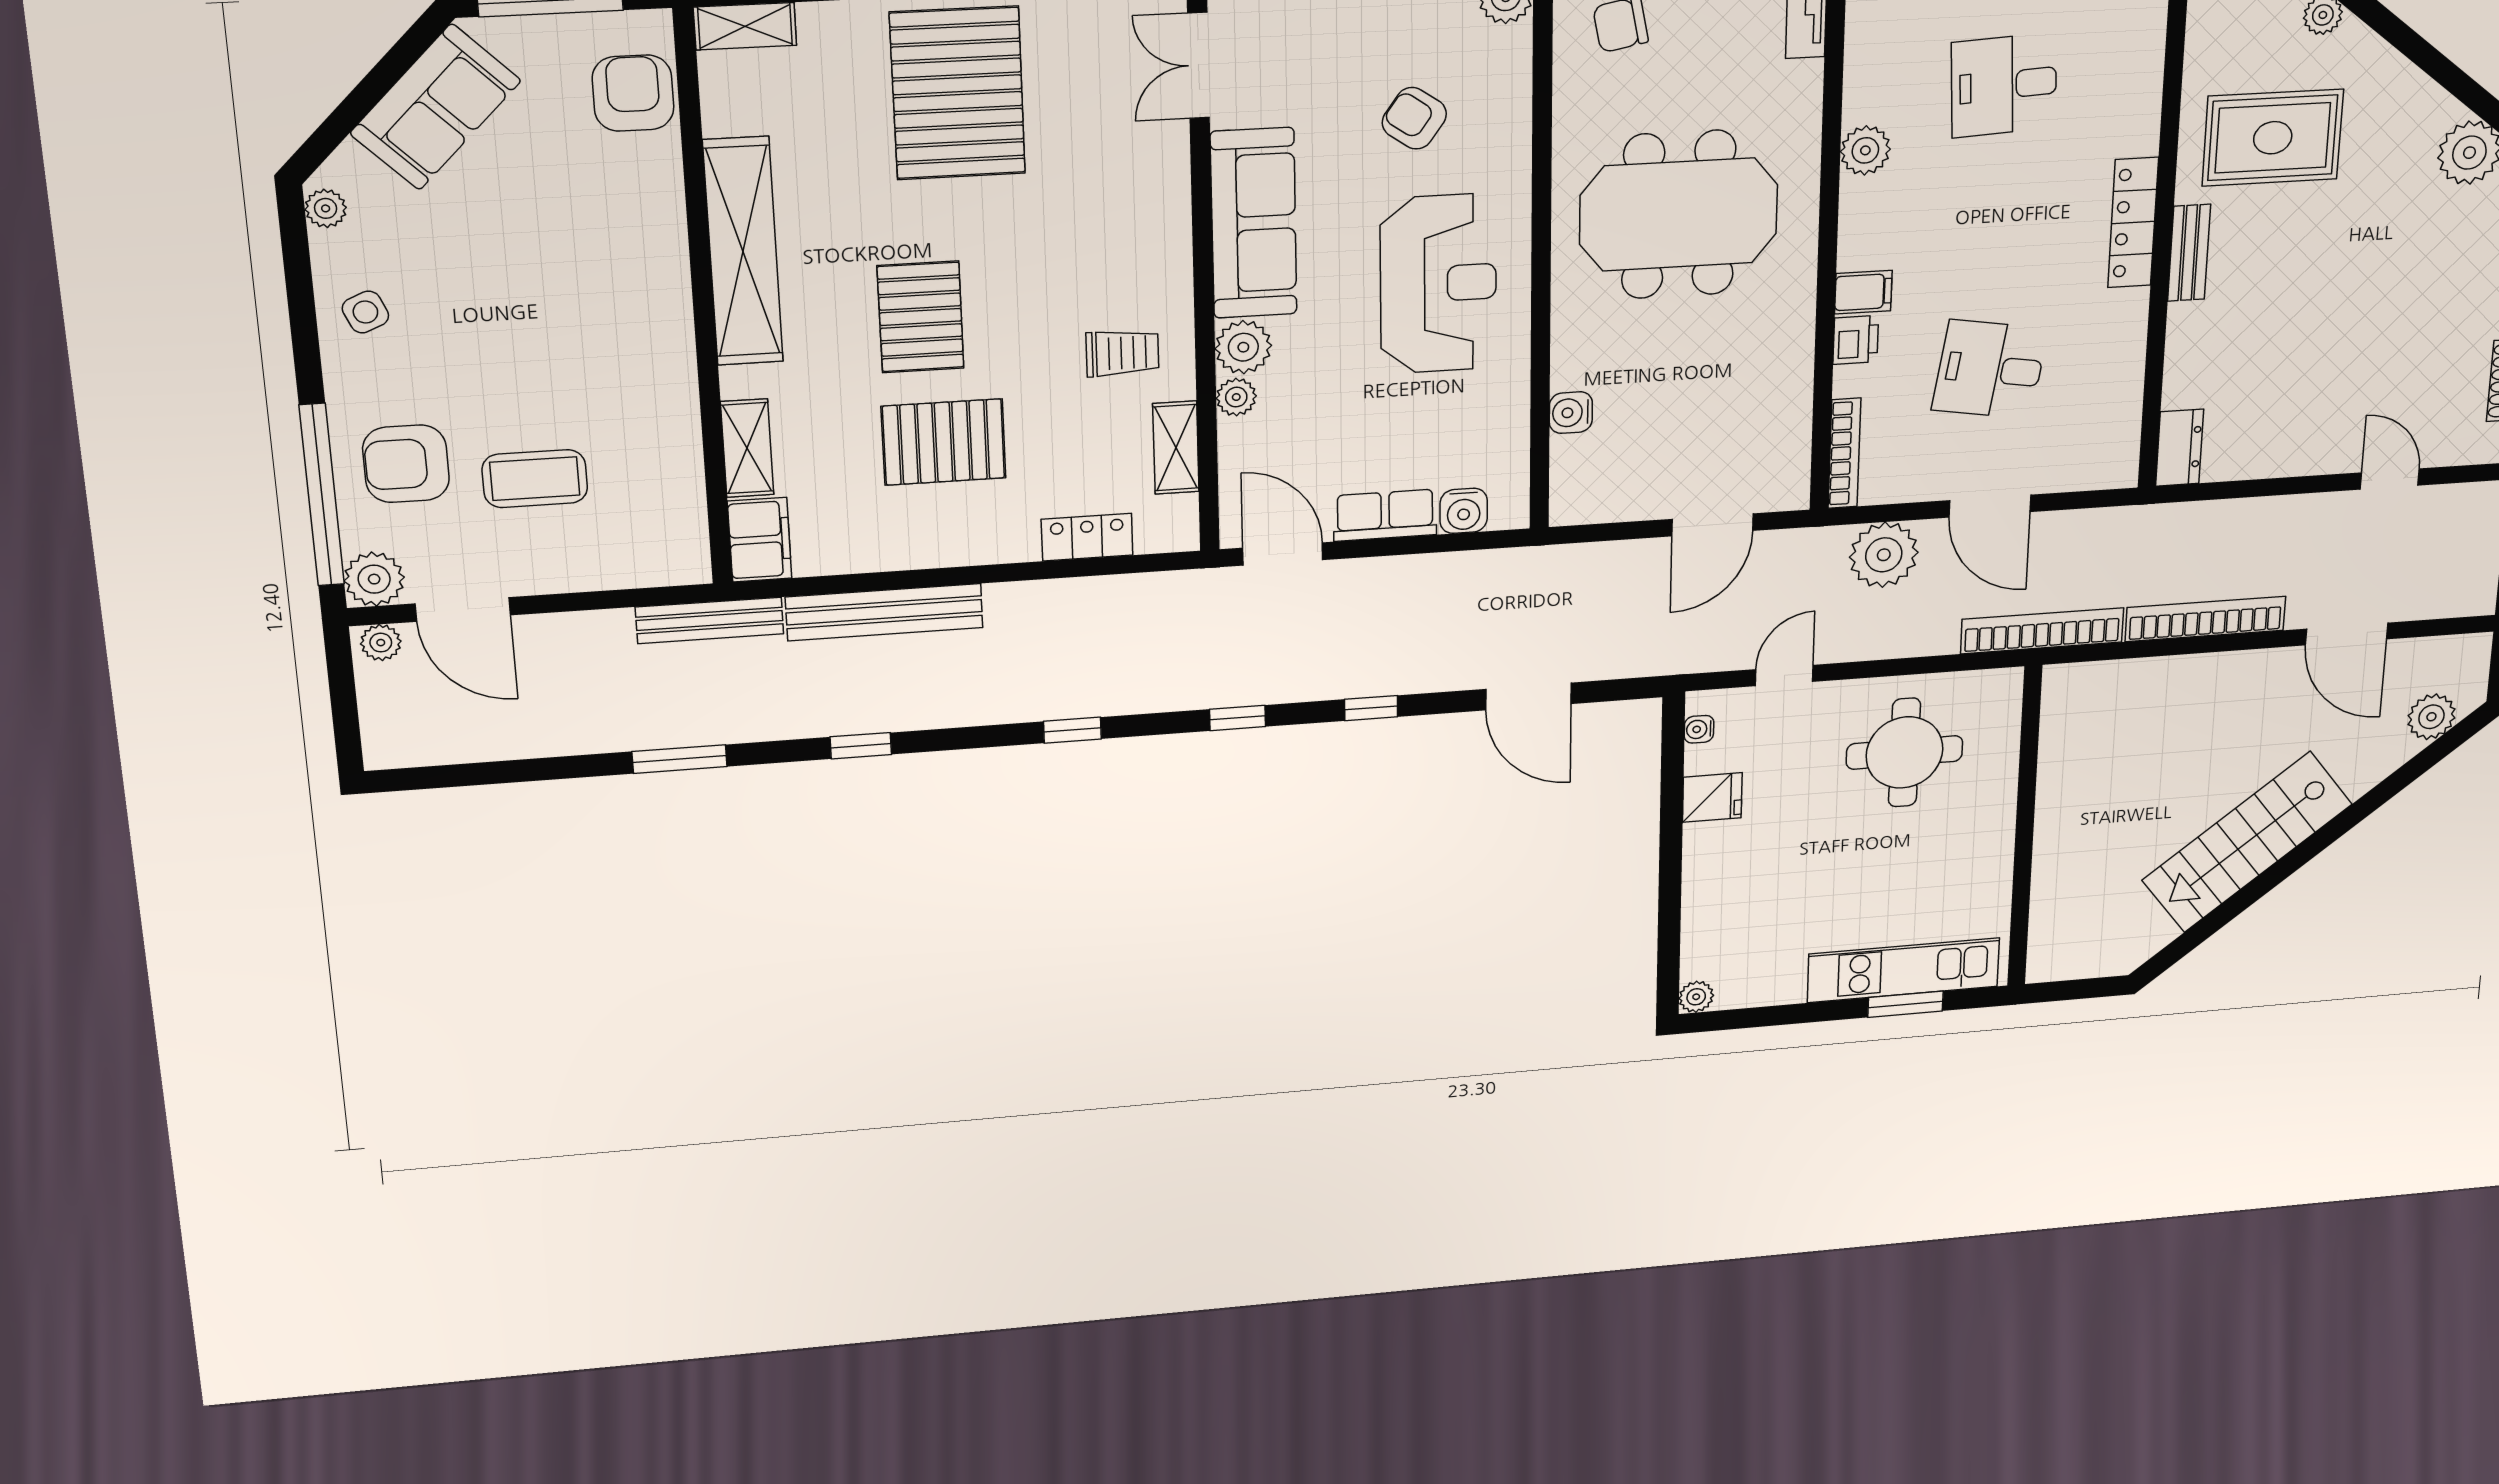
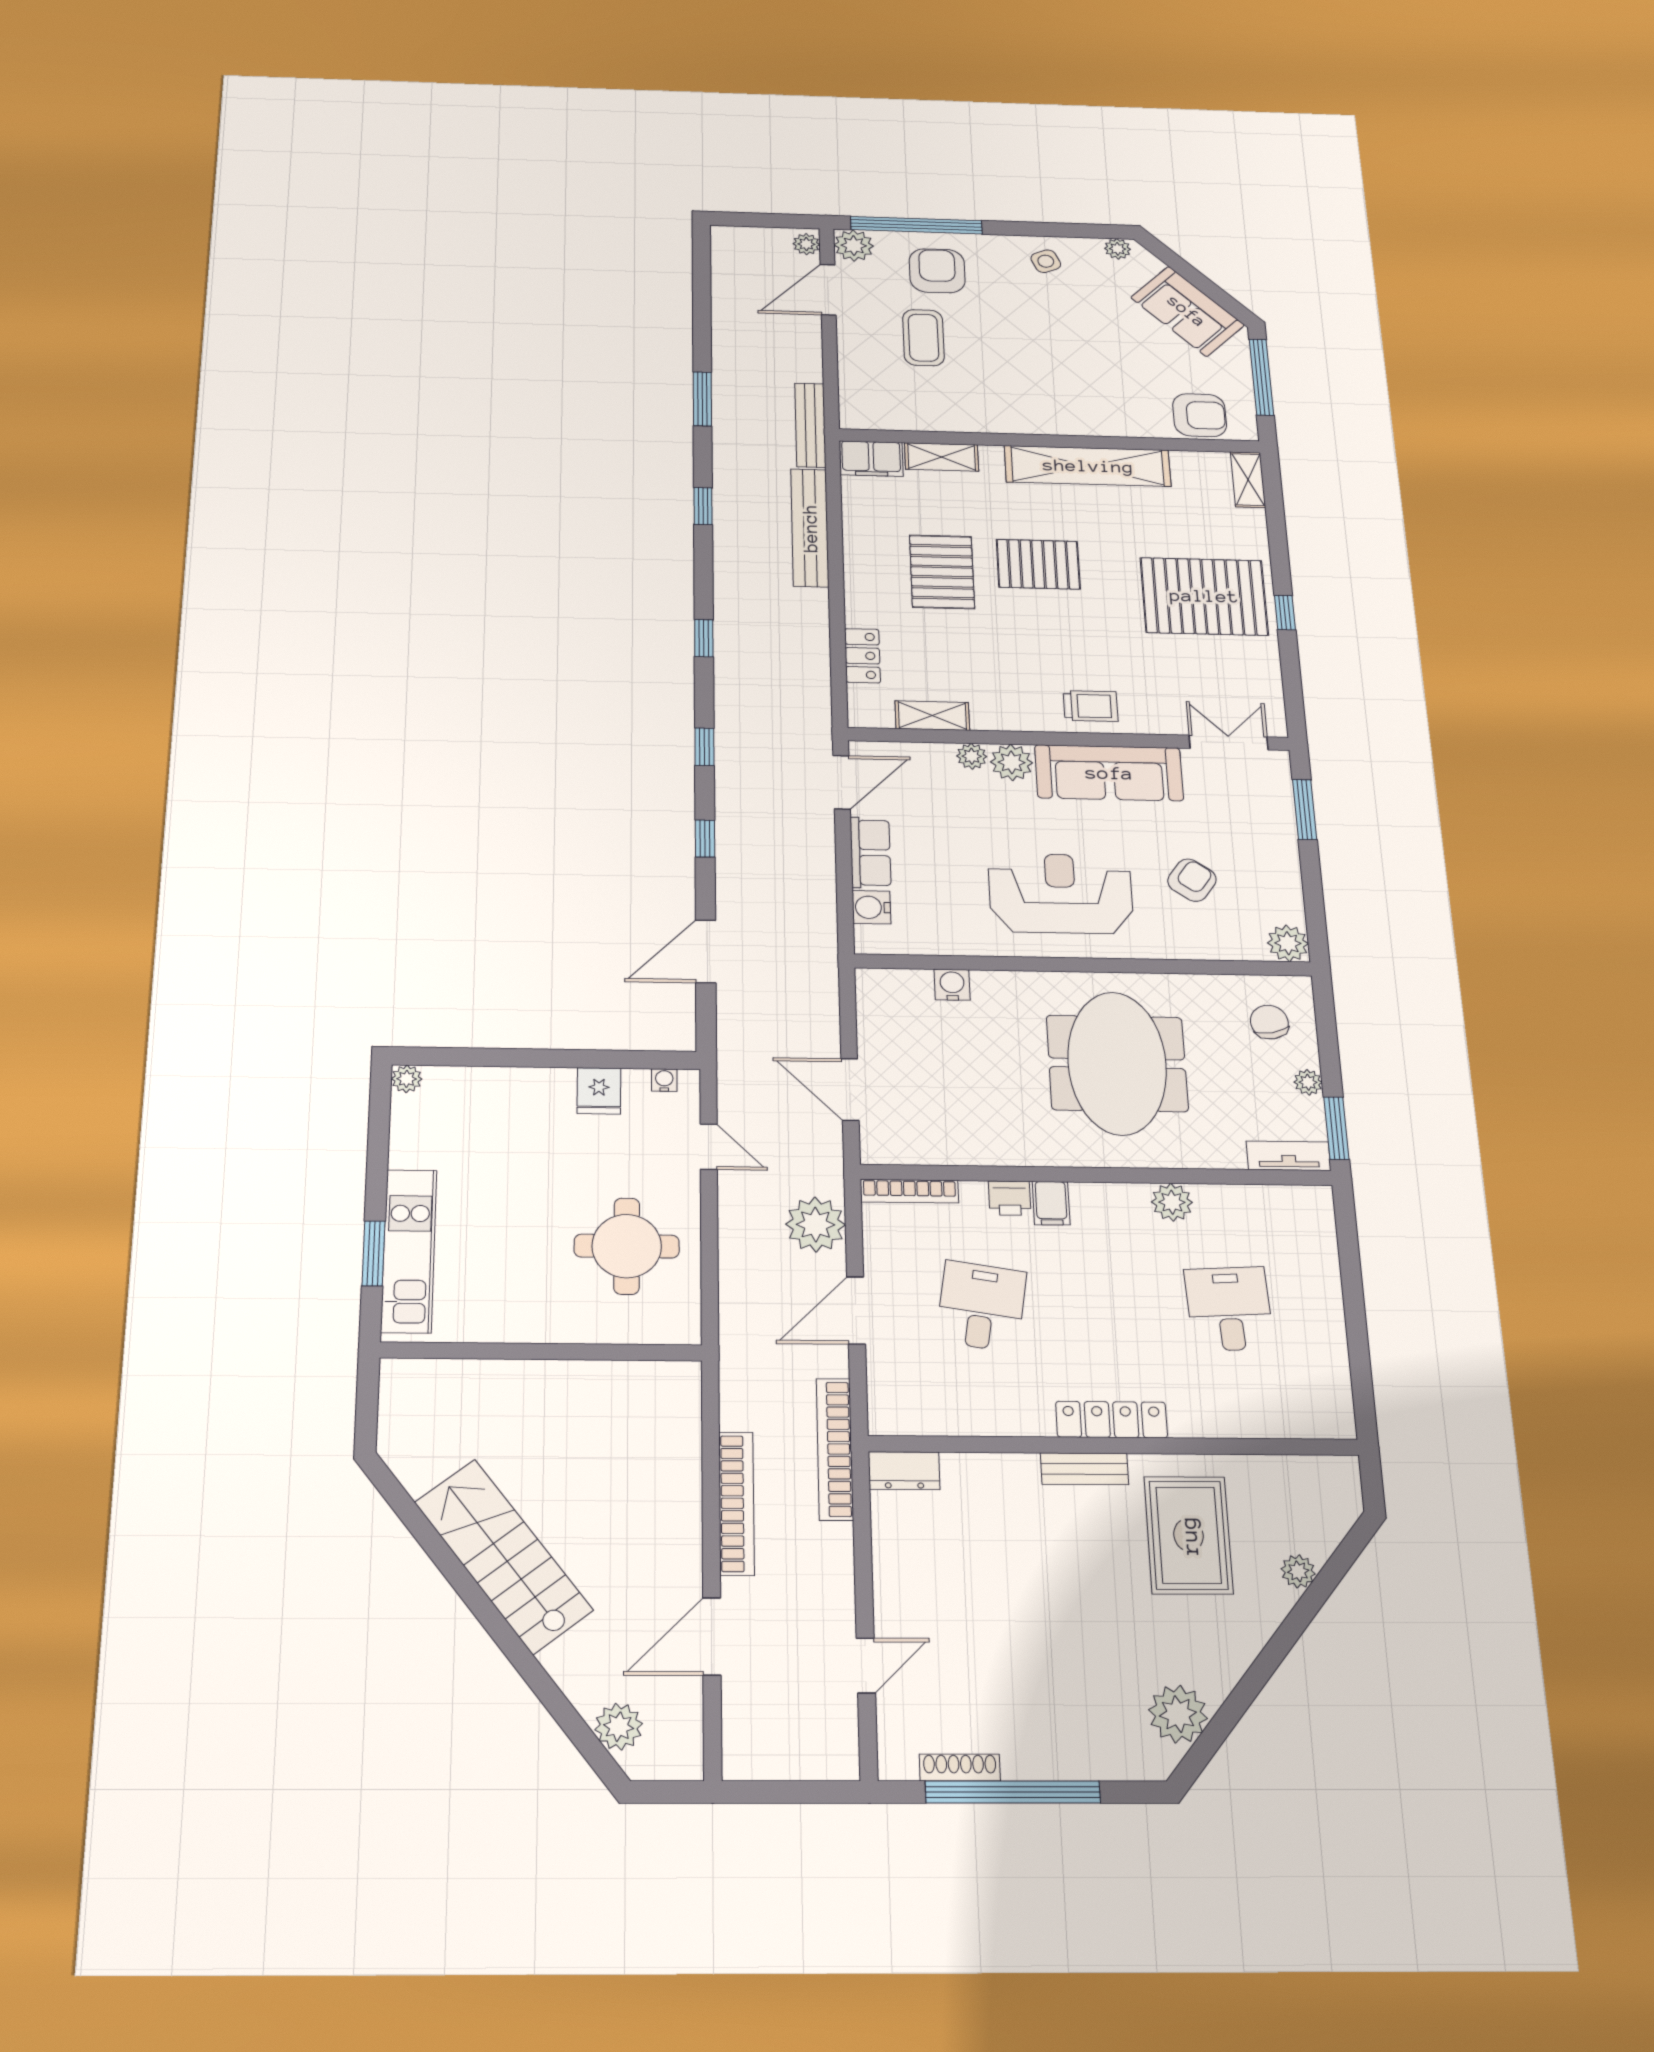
reception desk: (1438, 284) -> (1061, 893), turned 180
trolley: (1122, 353) -> (1091, 706), moved, turned -90
bookcase: (2042, 631) -> (835, 1449), moved, turned 180

